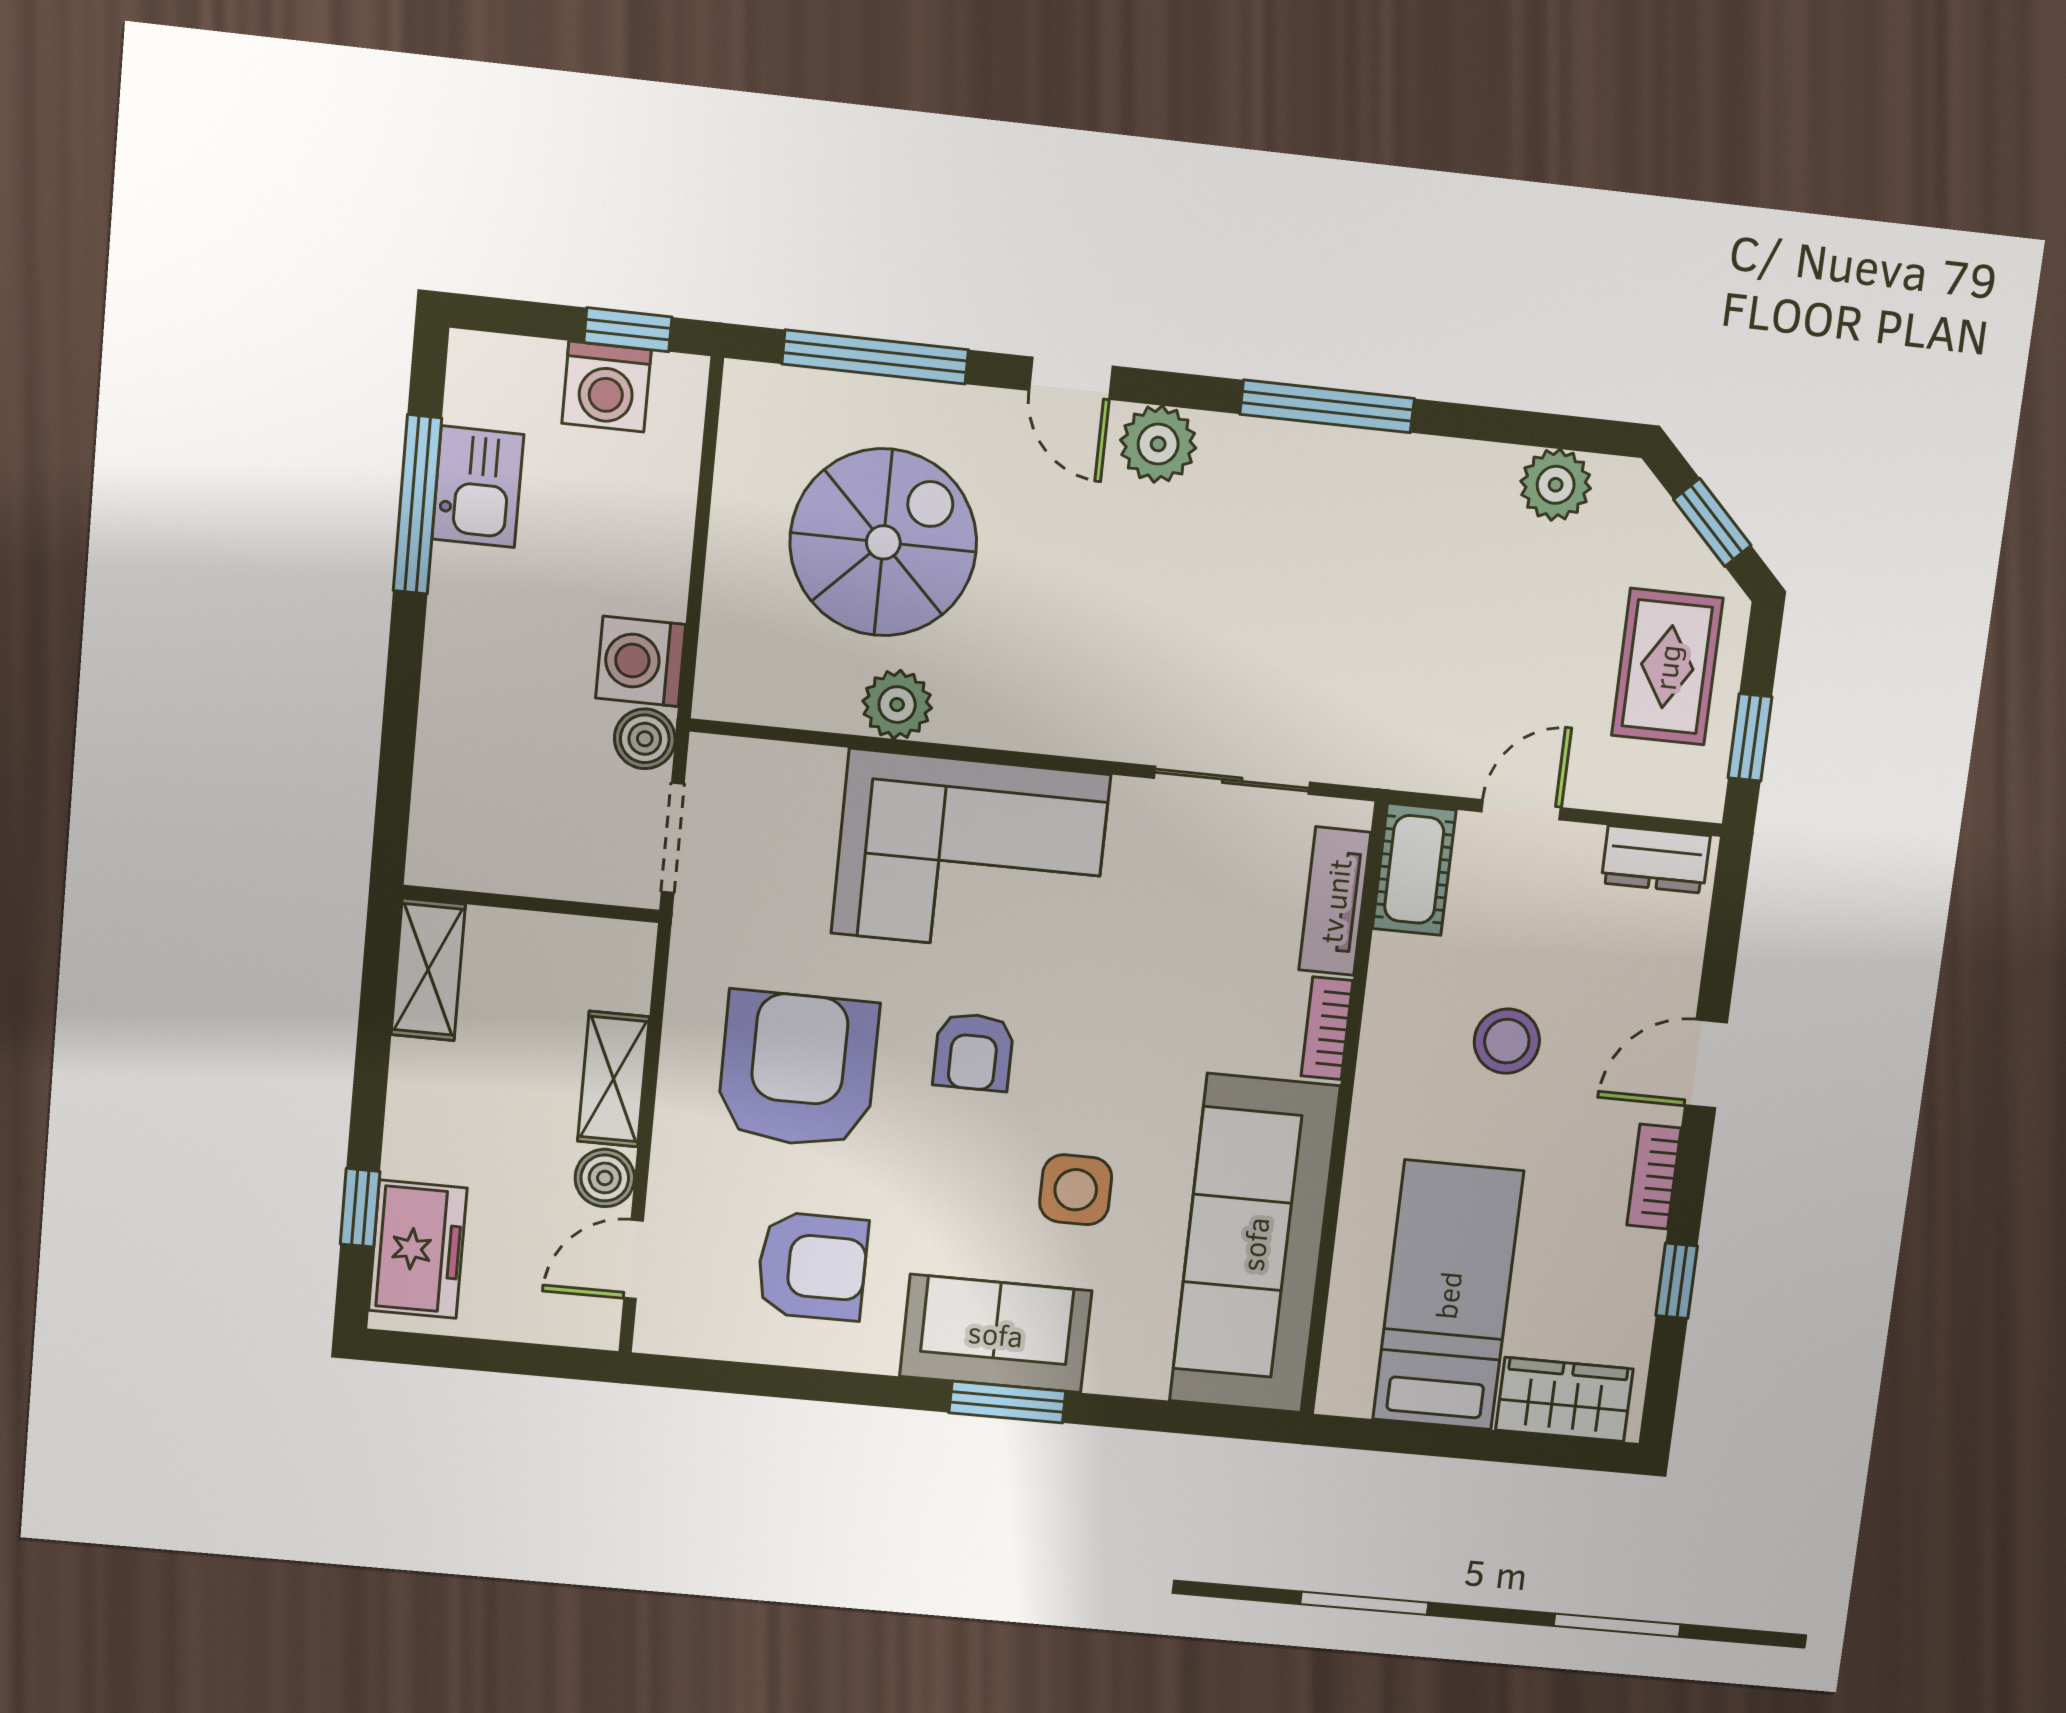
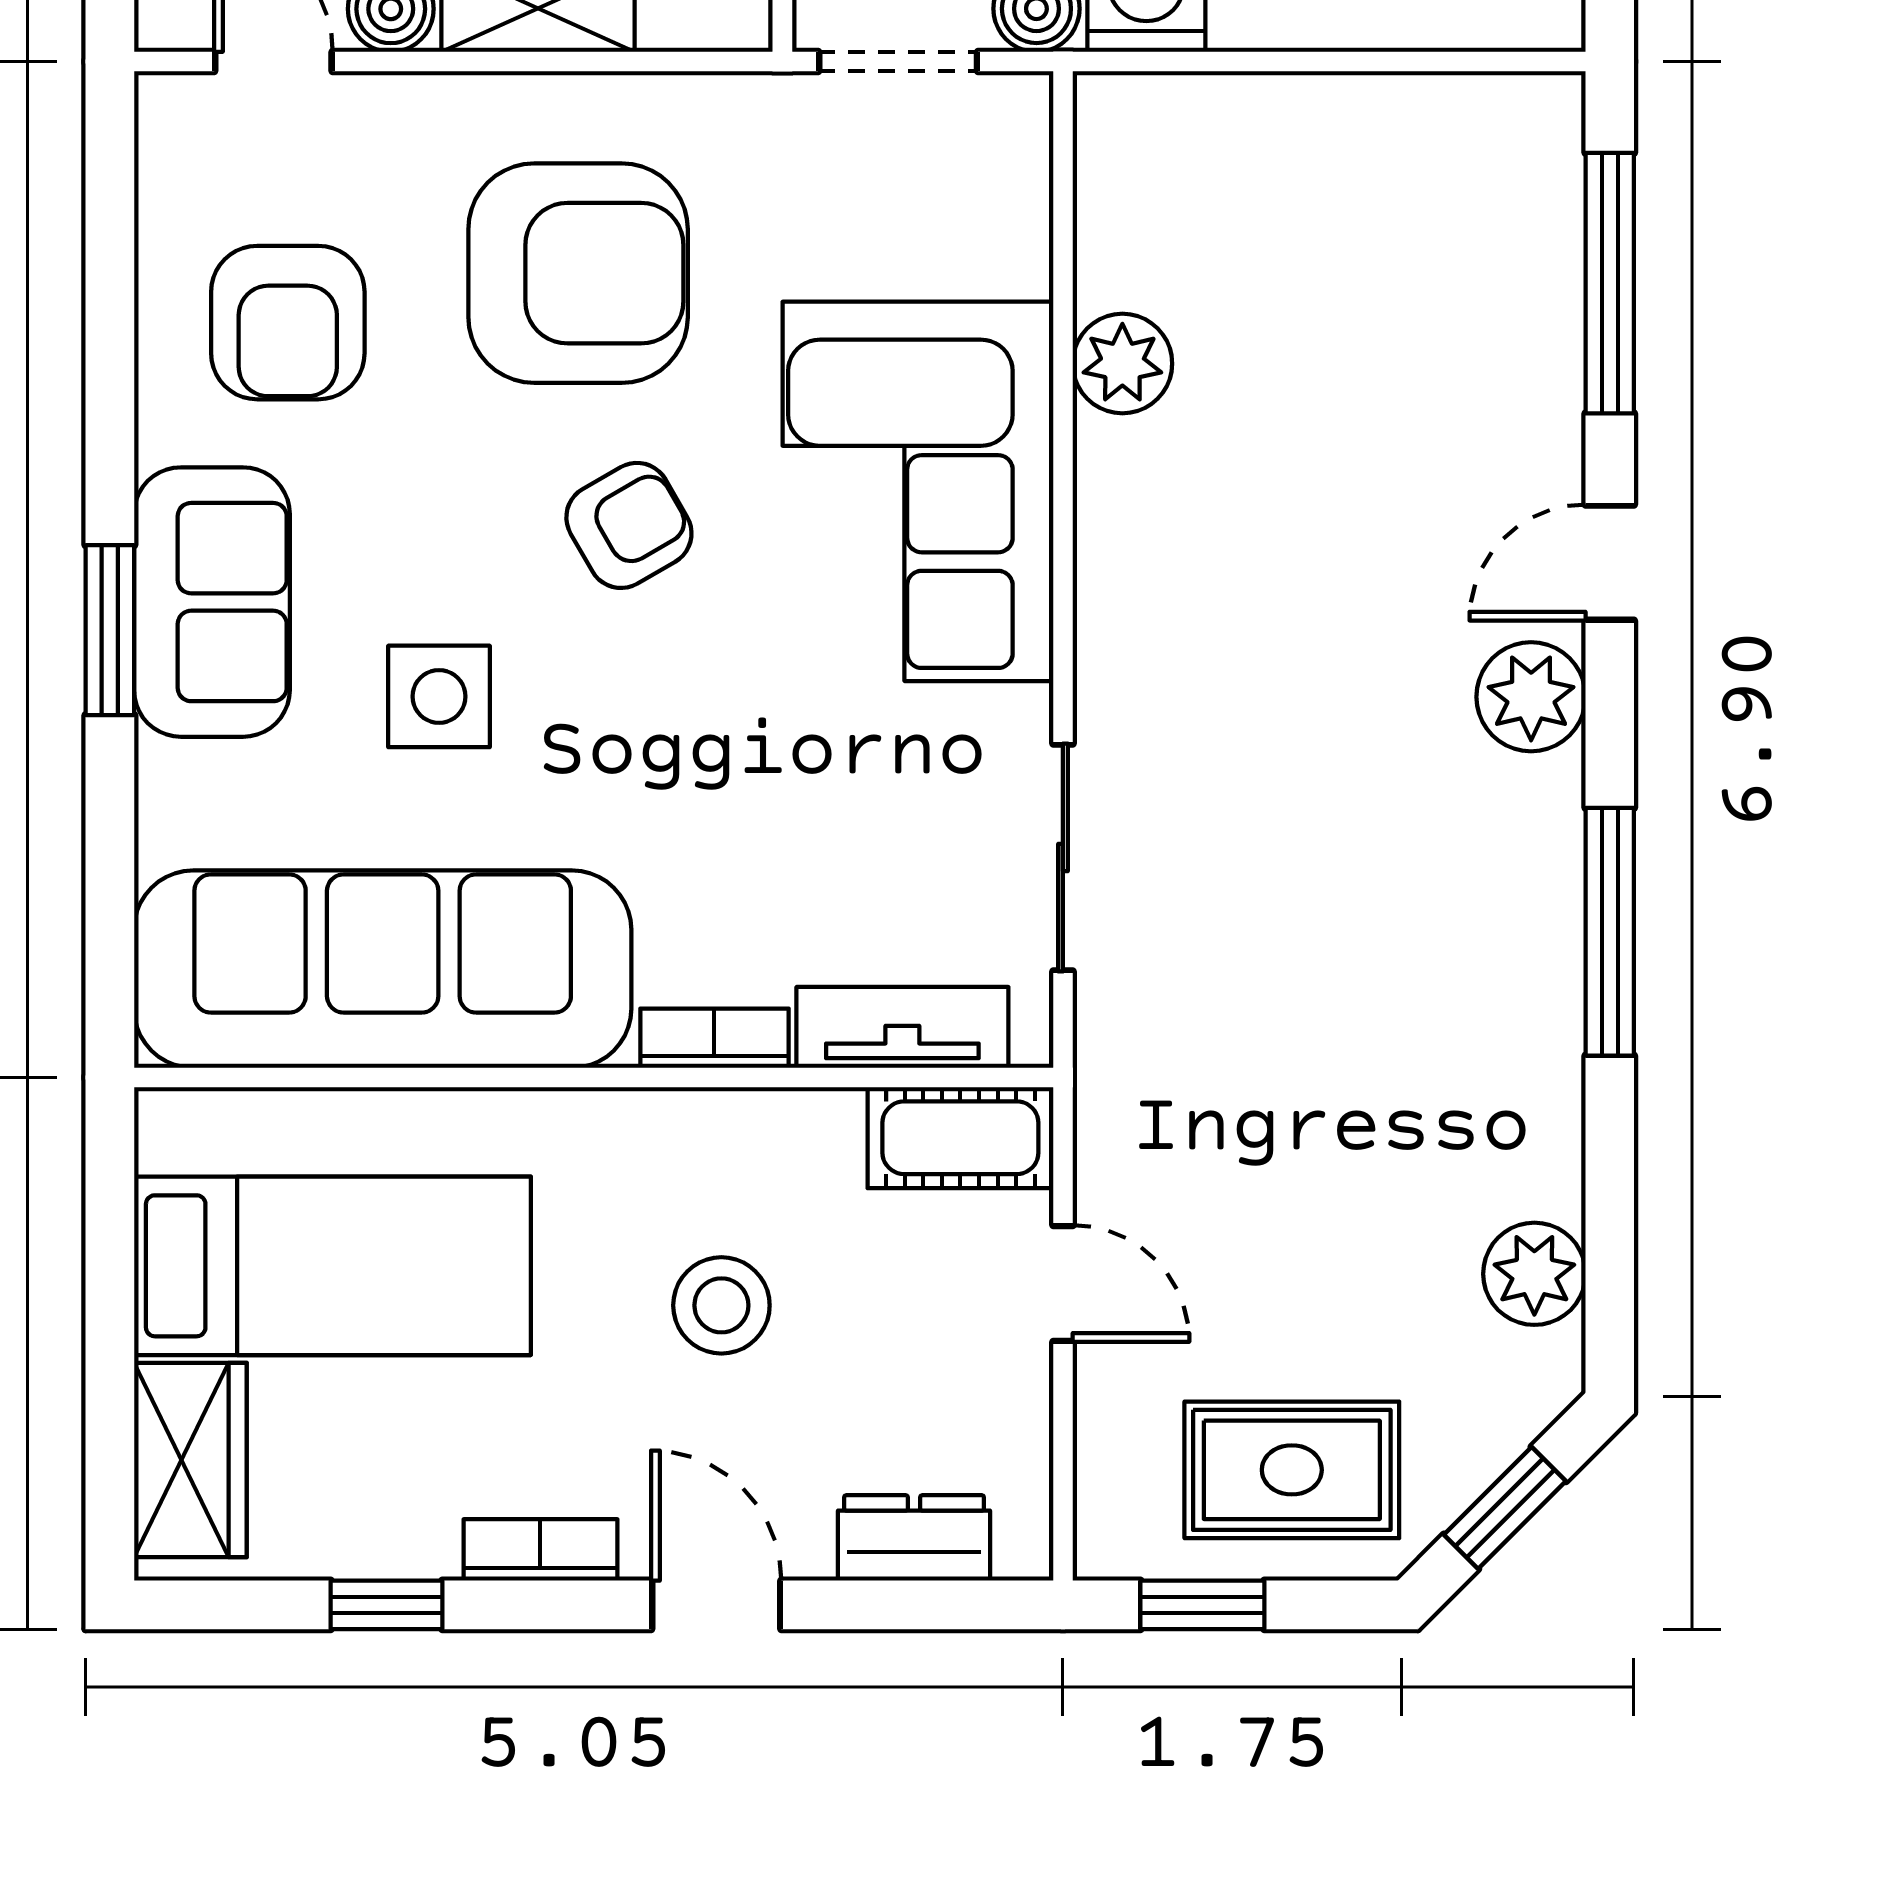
spiral stairs: (883, 542) -> (1351, 321), removed
dresser: (1656, 859) -> (914, 1538), moved, turned 90
armchair: (973, 1052) -> (629, 525), turned 150

